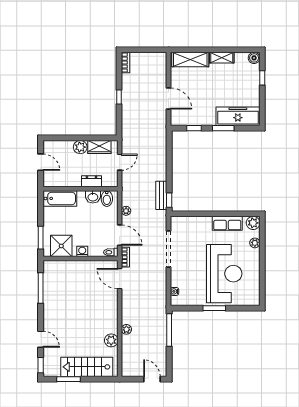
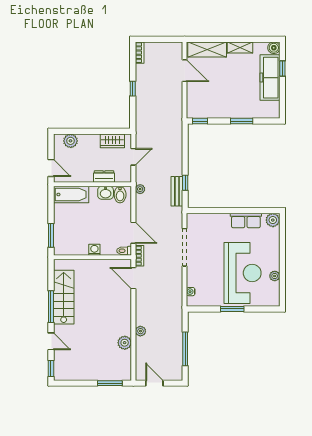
door: (169, 98) -> (185, 71), moved
freezer: (238, 116) -> (270, 78), moved, turned -90
window: (194, 128) -> (200, 121), moved
plant: (80, 147) -> (71, 141), moved
door: (41, 162) -> (51, 168), moved
window: (169, 200) -> (185, 183), moved
plant: (126, 211) -> (140, 189), moved
plant: (255, 243) -> (275, 276), moved
shower: (61, 246) -> (73, 244), removed
window: (41, 288) -> (51, 307), moved
window: (169, 330) -> (185, 349), moved
stairs: (87, 367) -> (64, 297), moved, turned 90
window: (68, 379) -> (110, 383), moved
door: (152, 379) -> (154, 383), moved

